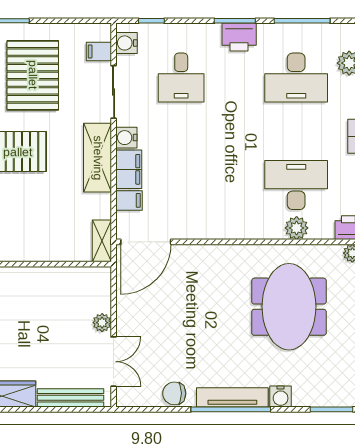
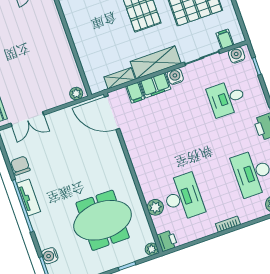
shelving: (102, 241) -> (120, 78), moved
plant: (102, 323) -> (76, 94), moved
water cooler: (281, 396) -> (50, 256), moved
tv unit: (232, 397) -> (29, 197), width x0.71

